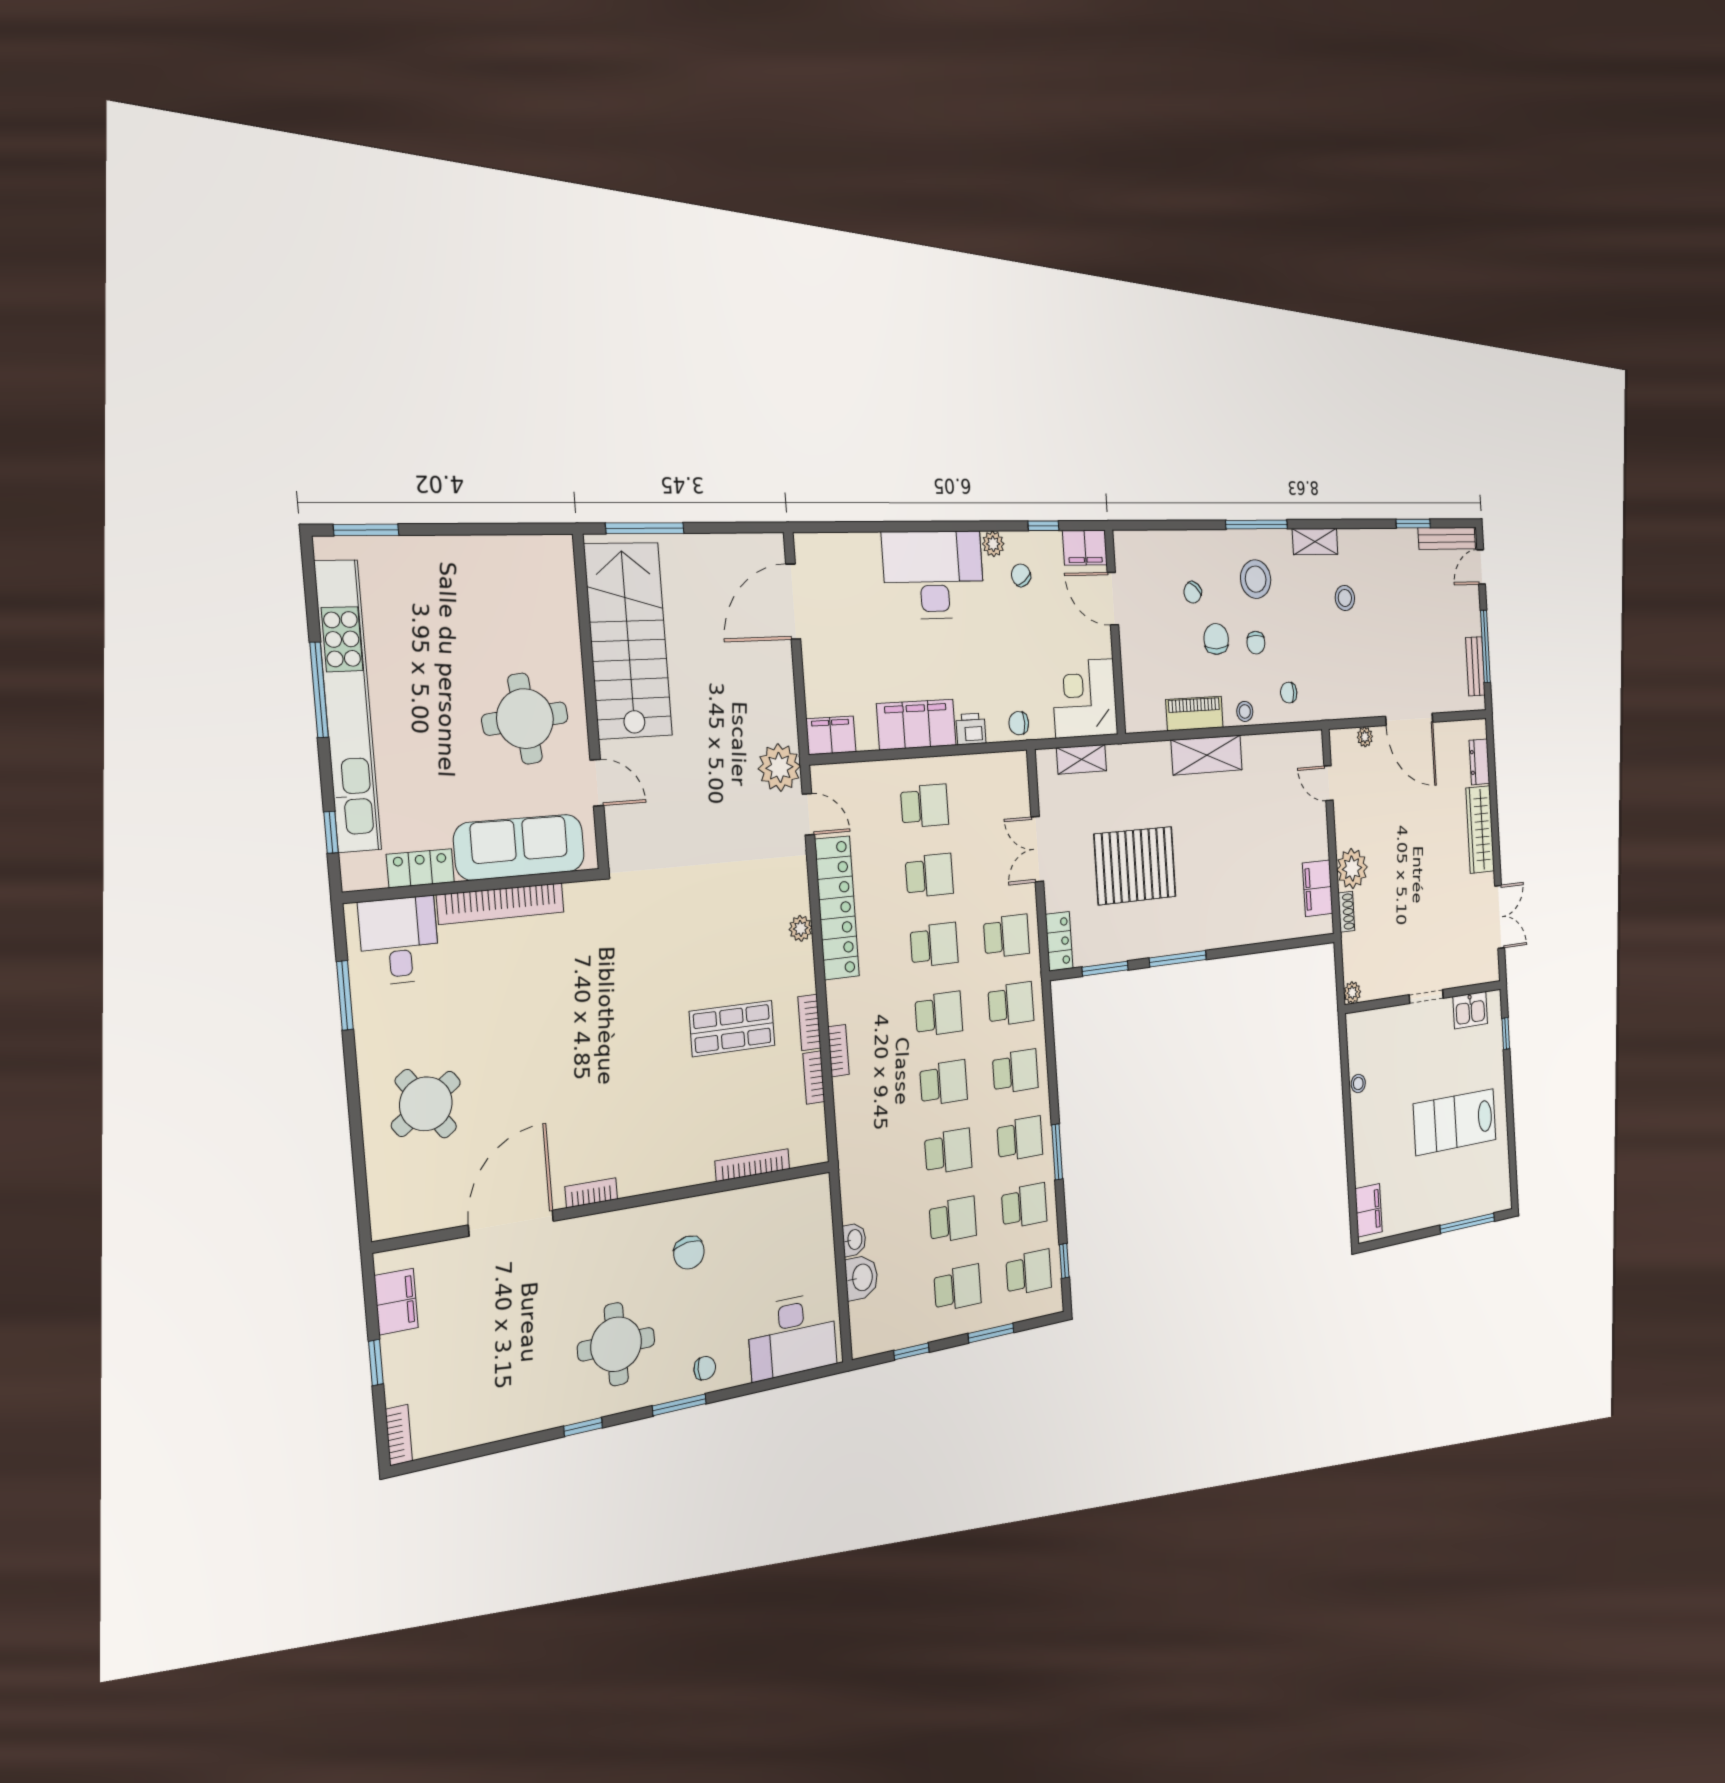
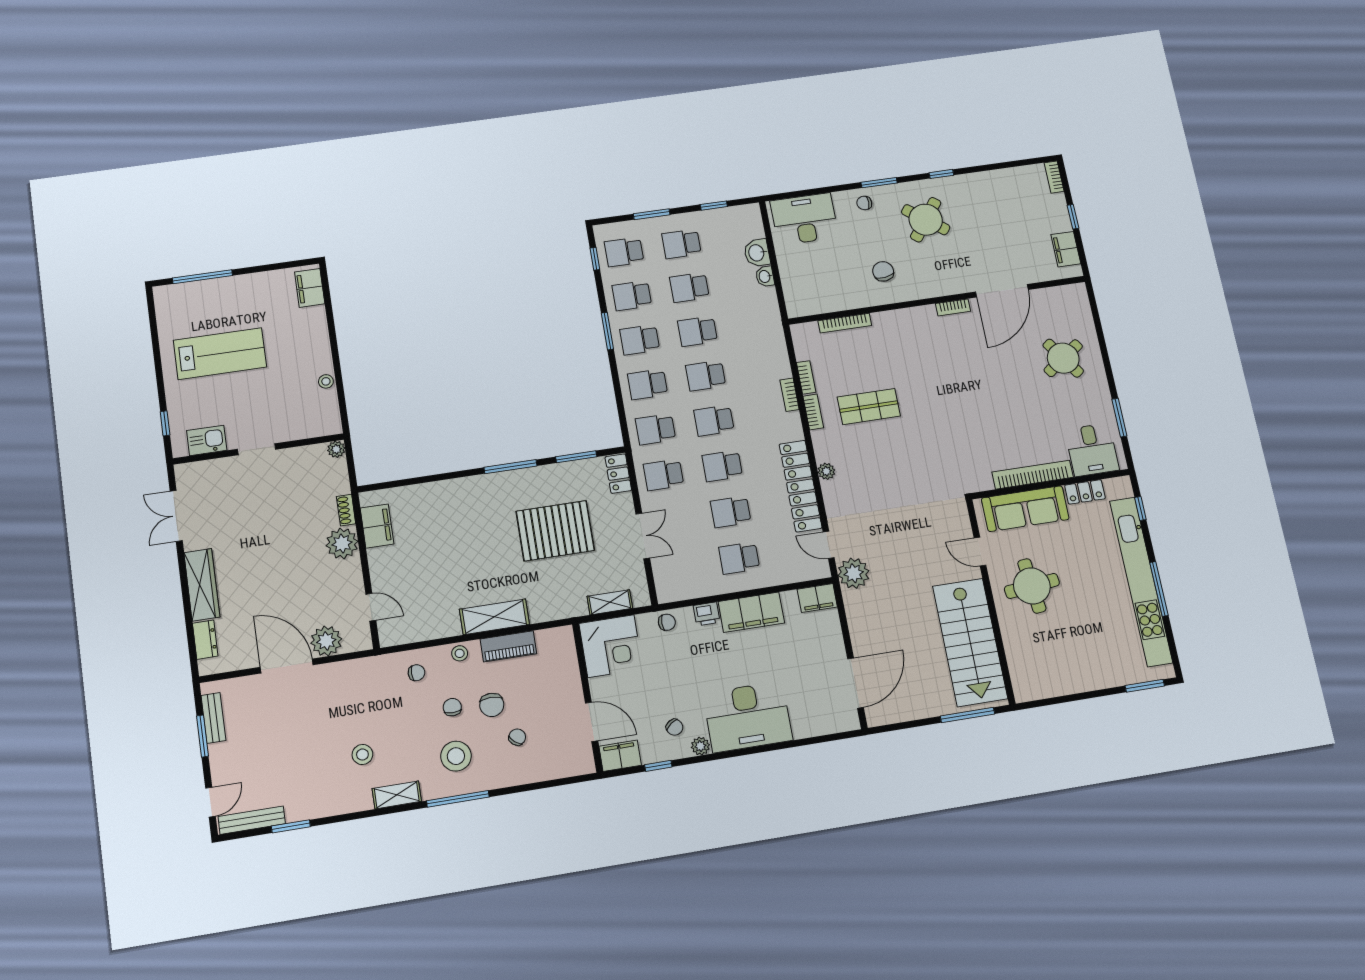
window: (1485, 646) -> (203, 736), width x0.69
plant: (1365, 737) -> (326, 641), width x1.88, depth x1.88
round table: (616, 1344) -> (926, 220), turned 37

